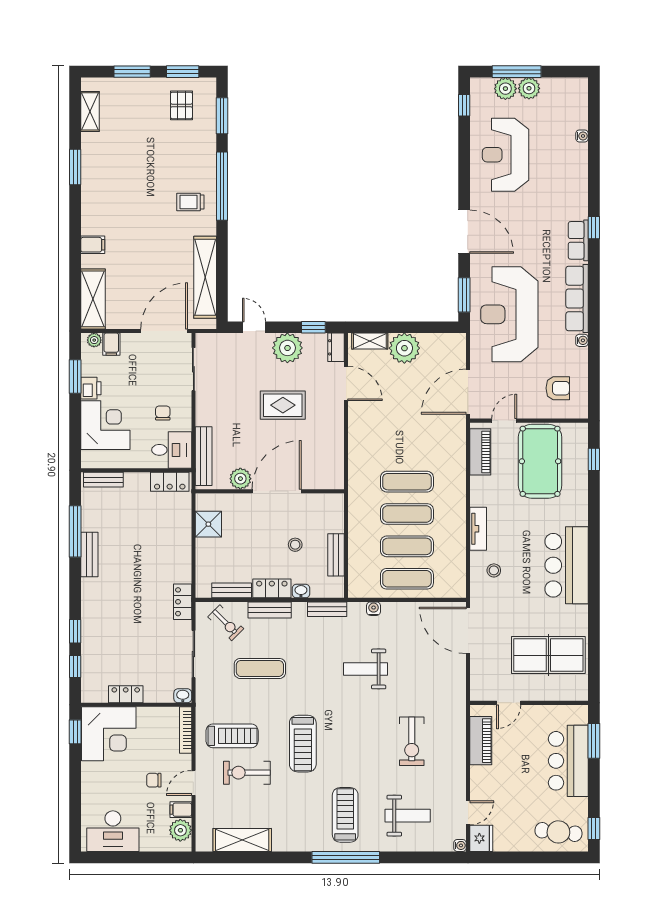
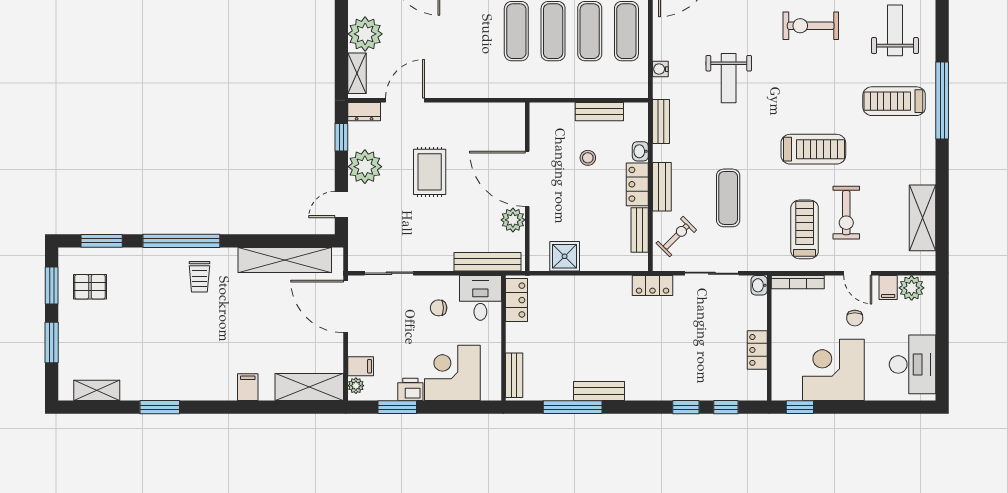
corner desk: (109, 734) -> (833, 370), moved, turned -90
exercise bike: (412, 741) -> (811, 26), turned 180

